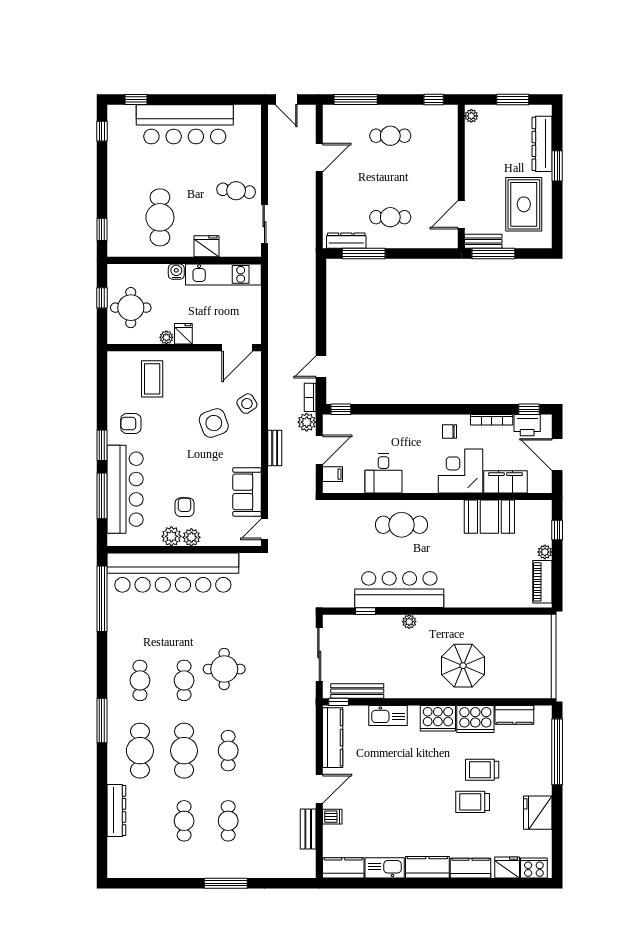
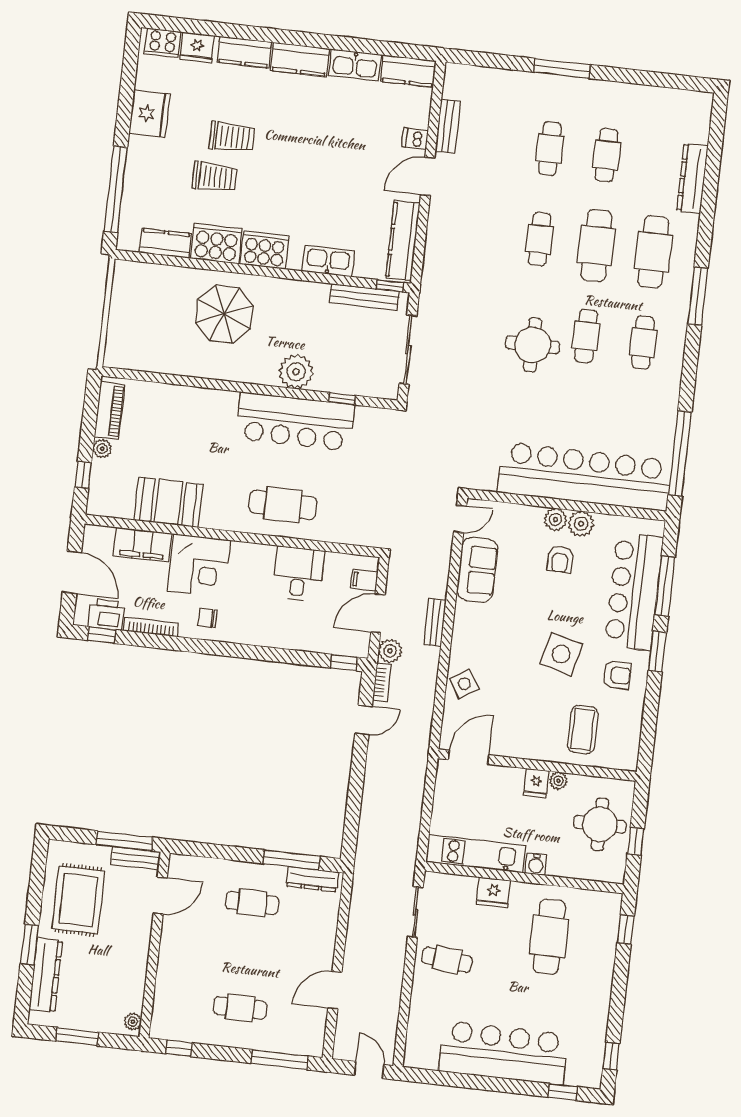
side table: (214, 423) -> (561, 654), moved, turned 34
chair: (449, 431) -> (207, 618), turned 180
plant: (409, 622) -> (296, 372), width x1.87, depth x1.87

